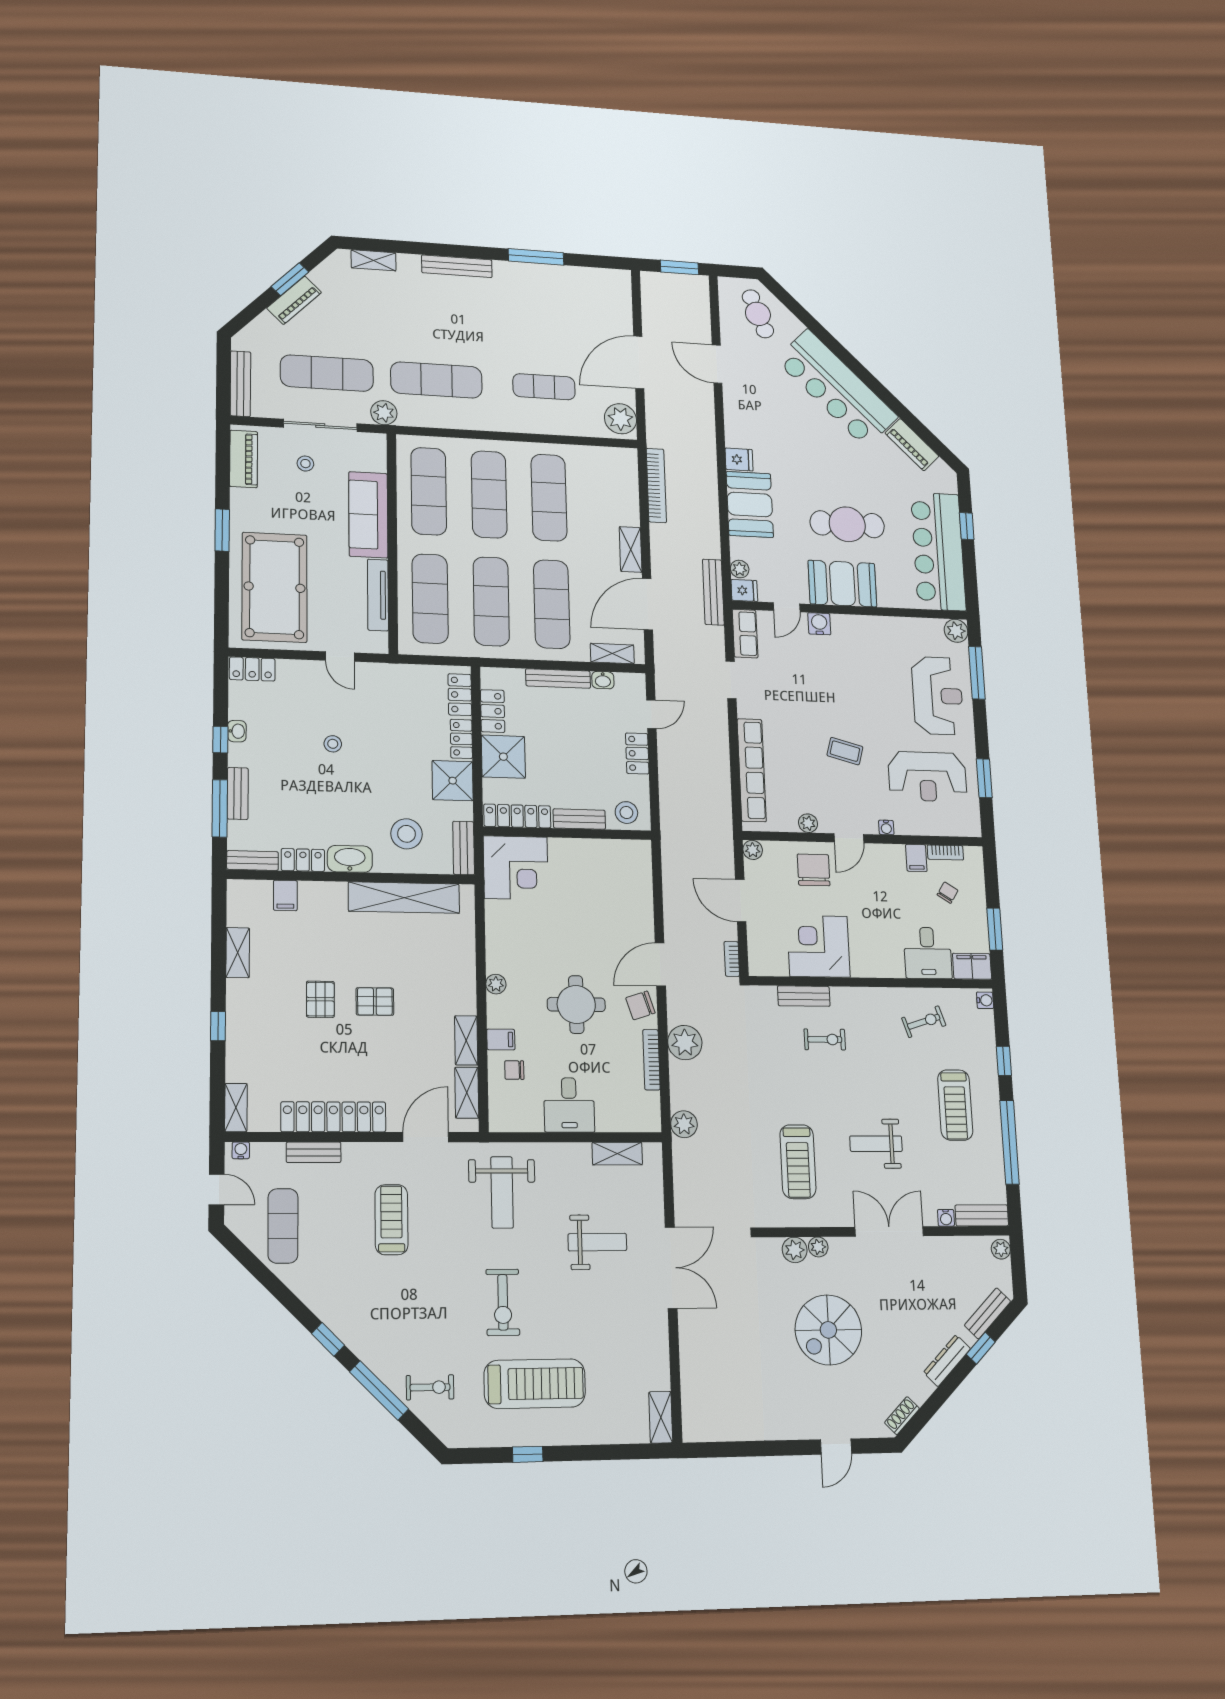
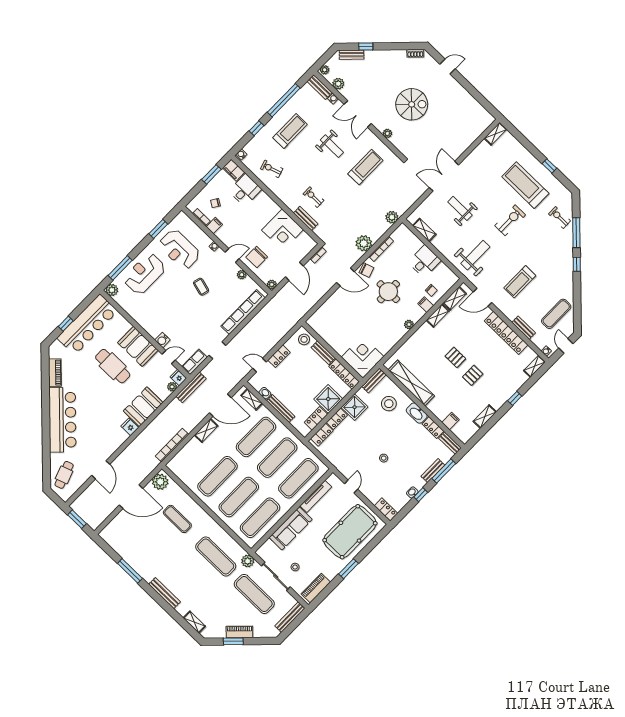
reception desk: (927, 777) -> (179, 249), turned 180
plant: (795, 1250) -> (338, 84), moved
dresser: (947, 1361) -> (382, 54), removed

